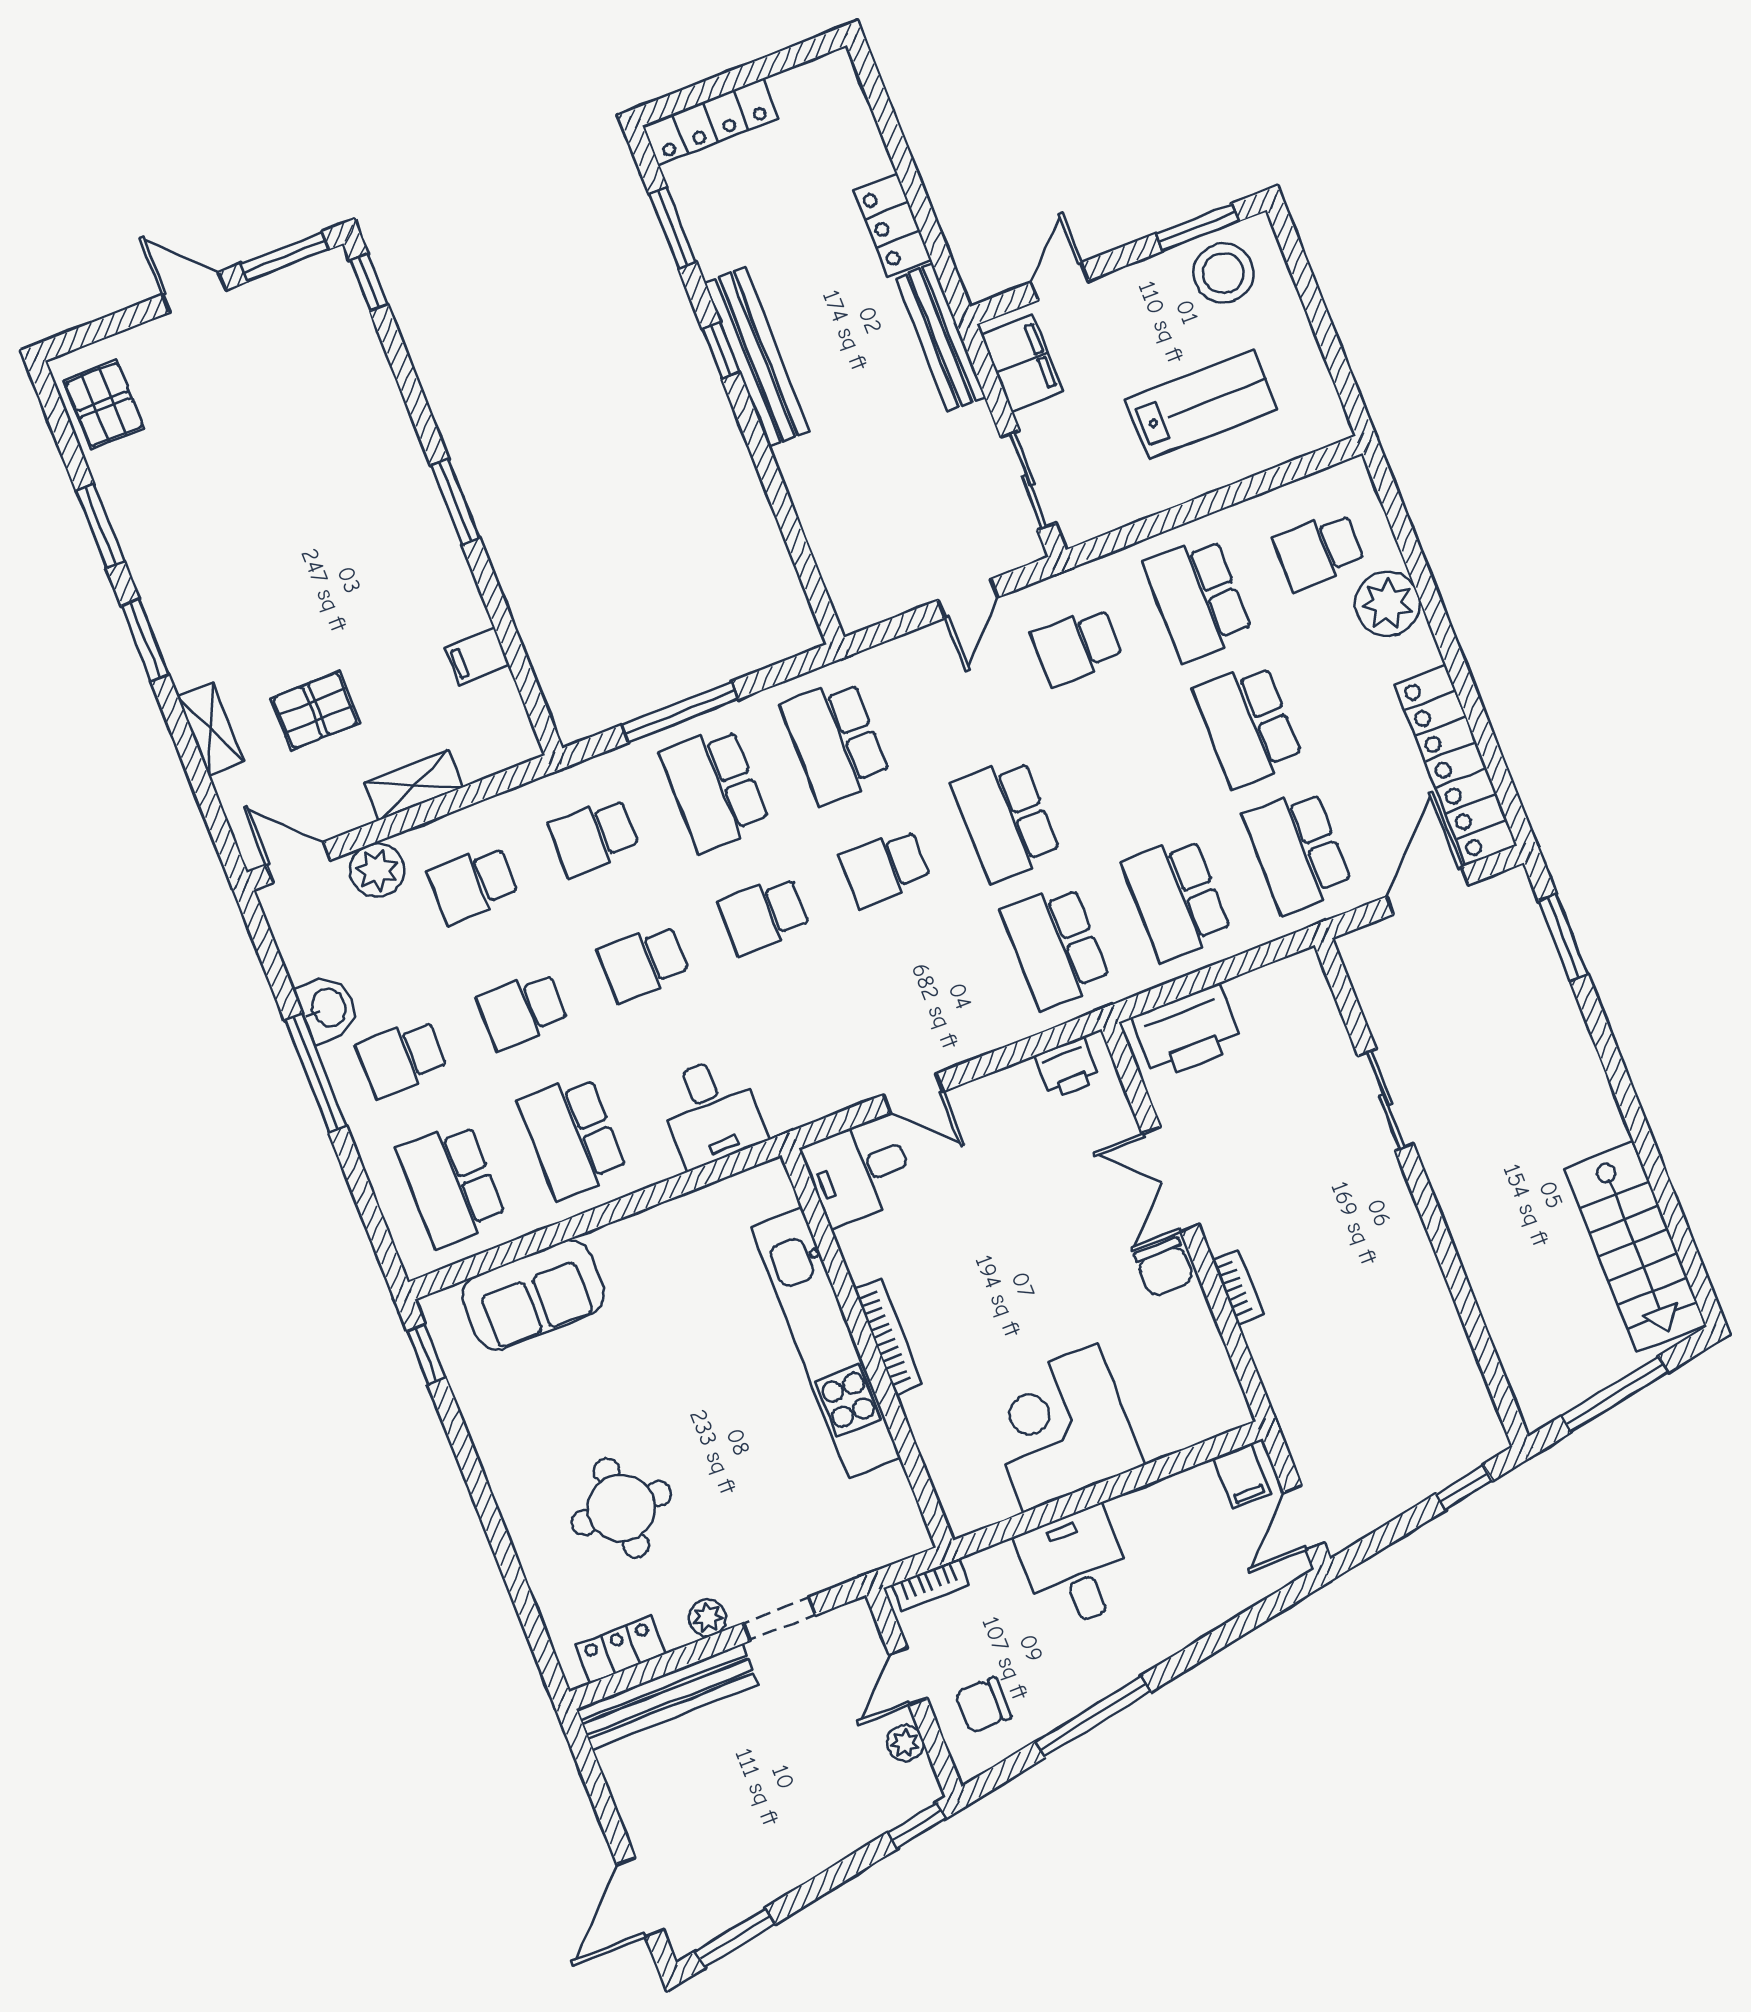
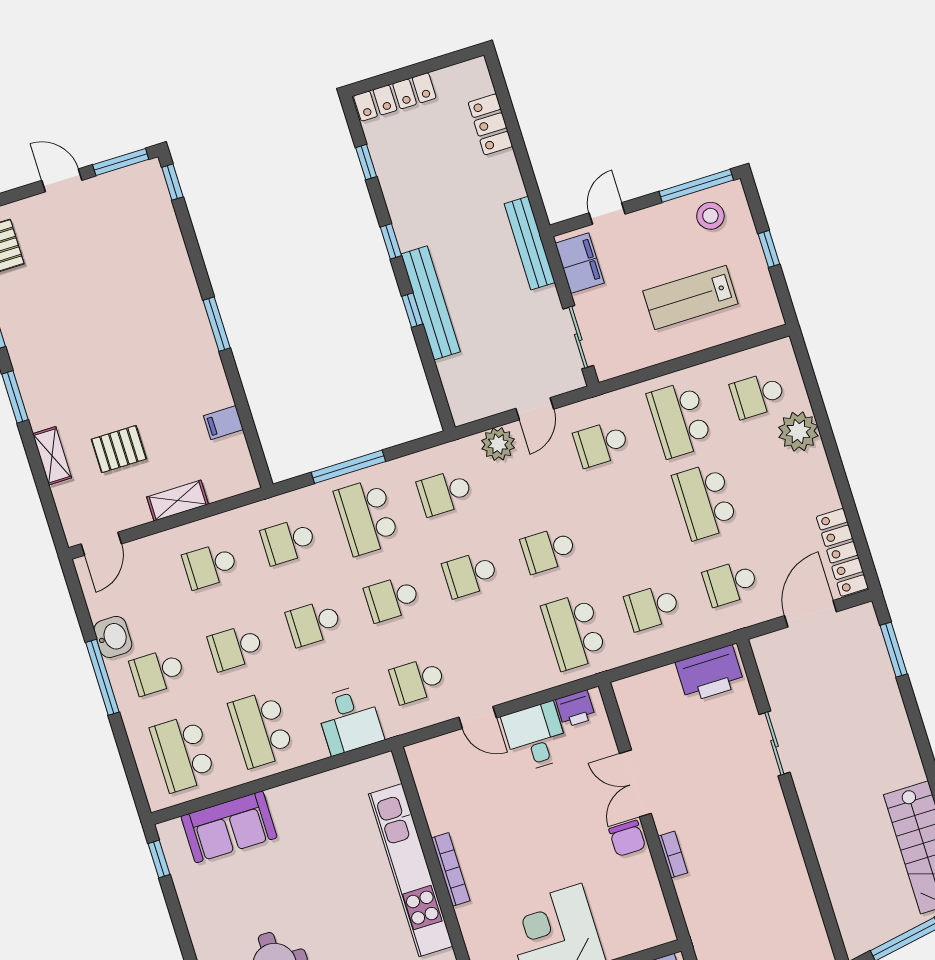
locker: (893, 225) -> (490, 124), moved
window: (1197, 227) -> (696, 186), width x1.44
window: (673, 228) -> (366, 162), width x0.67
stool: (1223, 273) -> (710, 216), width x0.73, depth x0.73
window: (1320, 319) -> (769, 249), added
bench: (757, 357) -> (431, 303), moved
lab bench: (1201, 405) -> (690, 297), turned 180
window: (763, 457) -> (412, 310), added
school desk: (835, 741) -> (445, 493), width x0.54
locker: (1456, 765) -> (842, 552), width x0.71, depth x0.83
school desk: (1006, 820) -> (549, 550), width x0.54
school desk: (1298, 851) -> (730, 583), width x0.54
door: (298, 862) -> (101, 544), swing flipped
plant: (377, 870) -> (498, 444), moved
school desk: (1177, 899) -> (652, 607), width x0.54
printer: (1187, 1032) -> (710, 674), moved
school desk: (814, 1042) -> (417, 680), added
desk: (859, 1172) -> (535, 737), moved, turned 90

